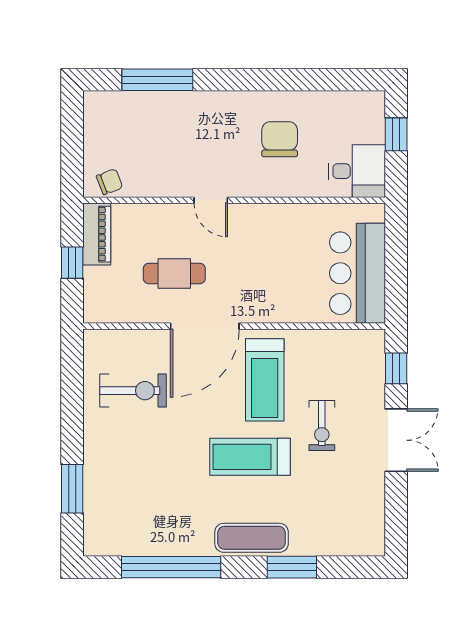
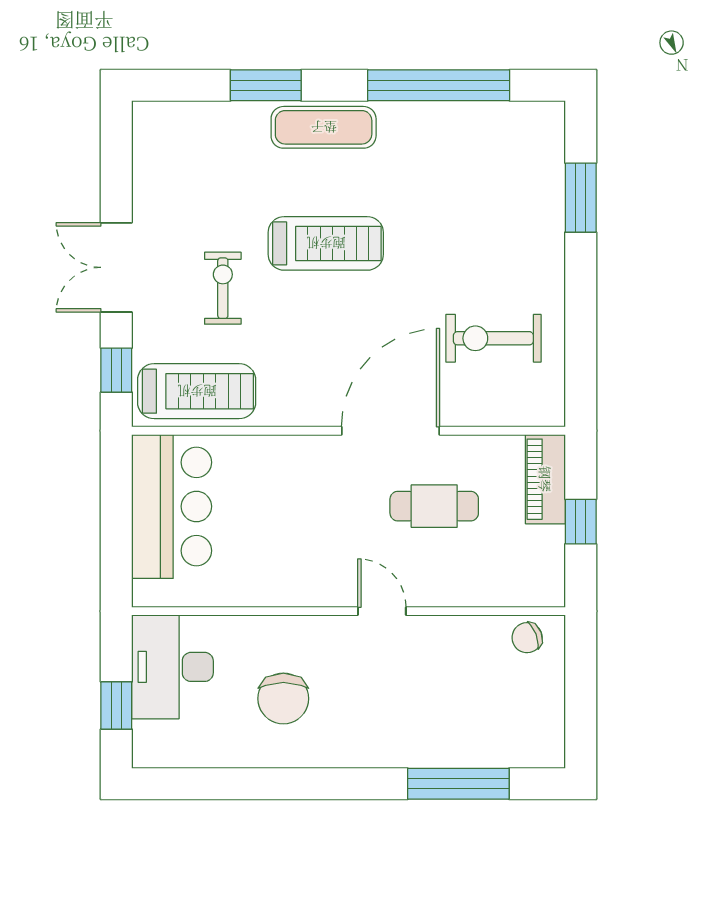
desk: (357, 171) -> (172, 667), width x1.37
piano: (97, 234) -> (545, 479), moved
treadmill: (265, 380) -> (197, 391), moved, turned 90

